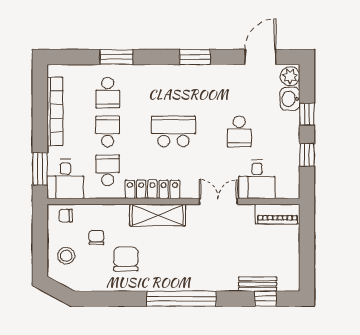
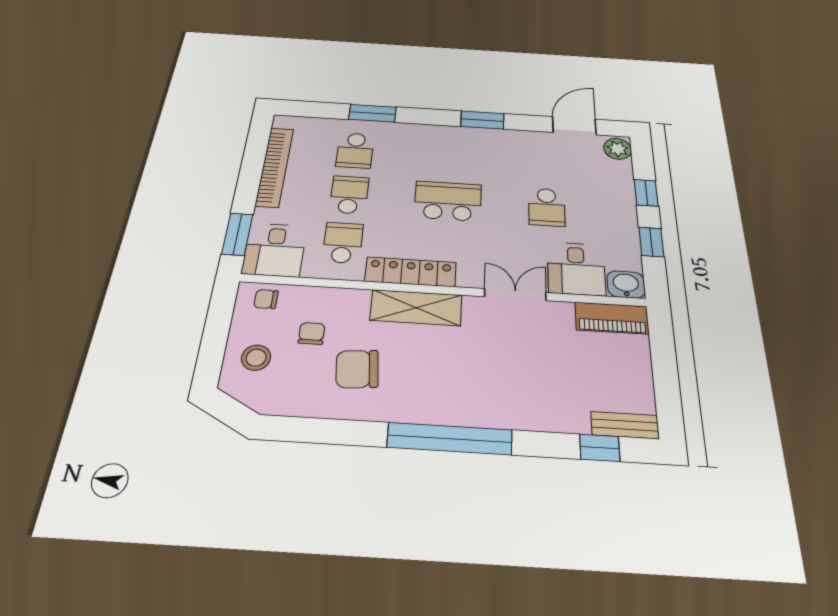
washbasin: (290, 99) -> (626, 285), moved, turned 90
chair: (126, 259) -> (357, 369), turned -95
bench: (258, 284) -> (625, 425), moved

